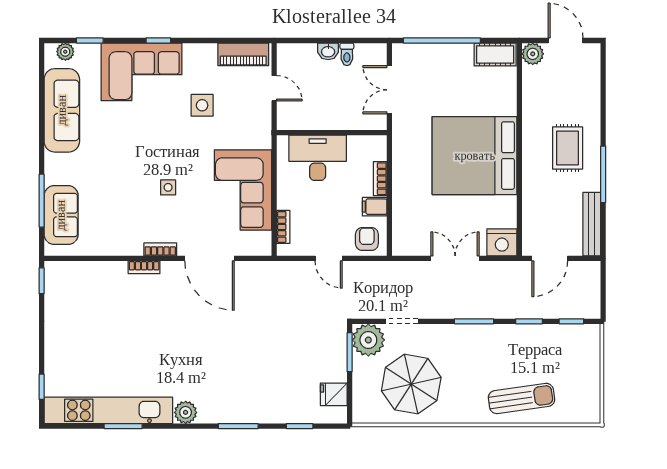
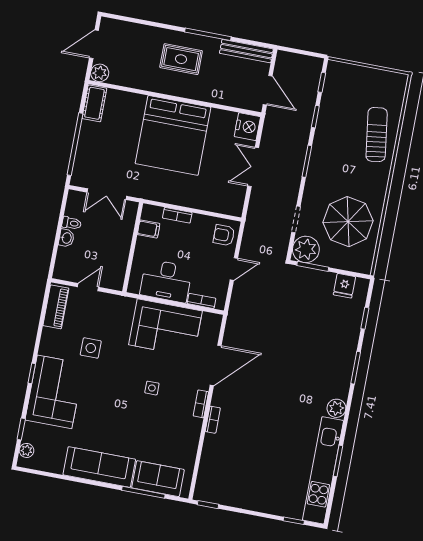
sofa: (62, 110) -> (99, 467), moved
desk: (318, 158) -> (166, 281), moved, turned -90
filing cabinet: (375, 207) -> (149, 229), moved, turned -90

